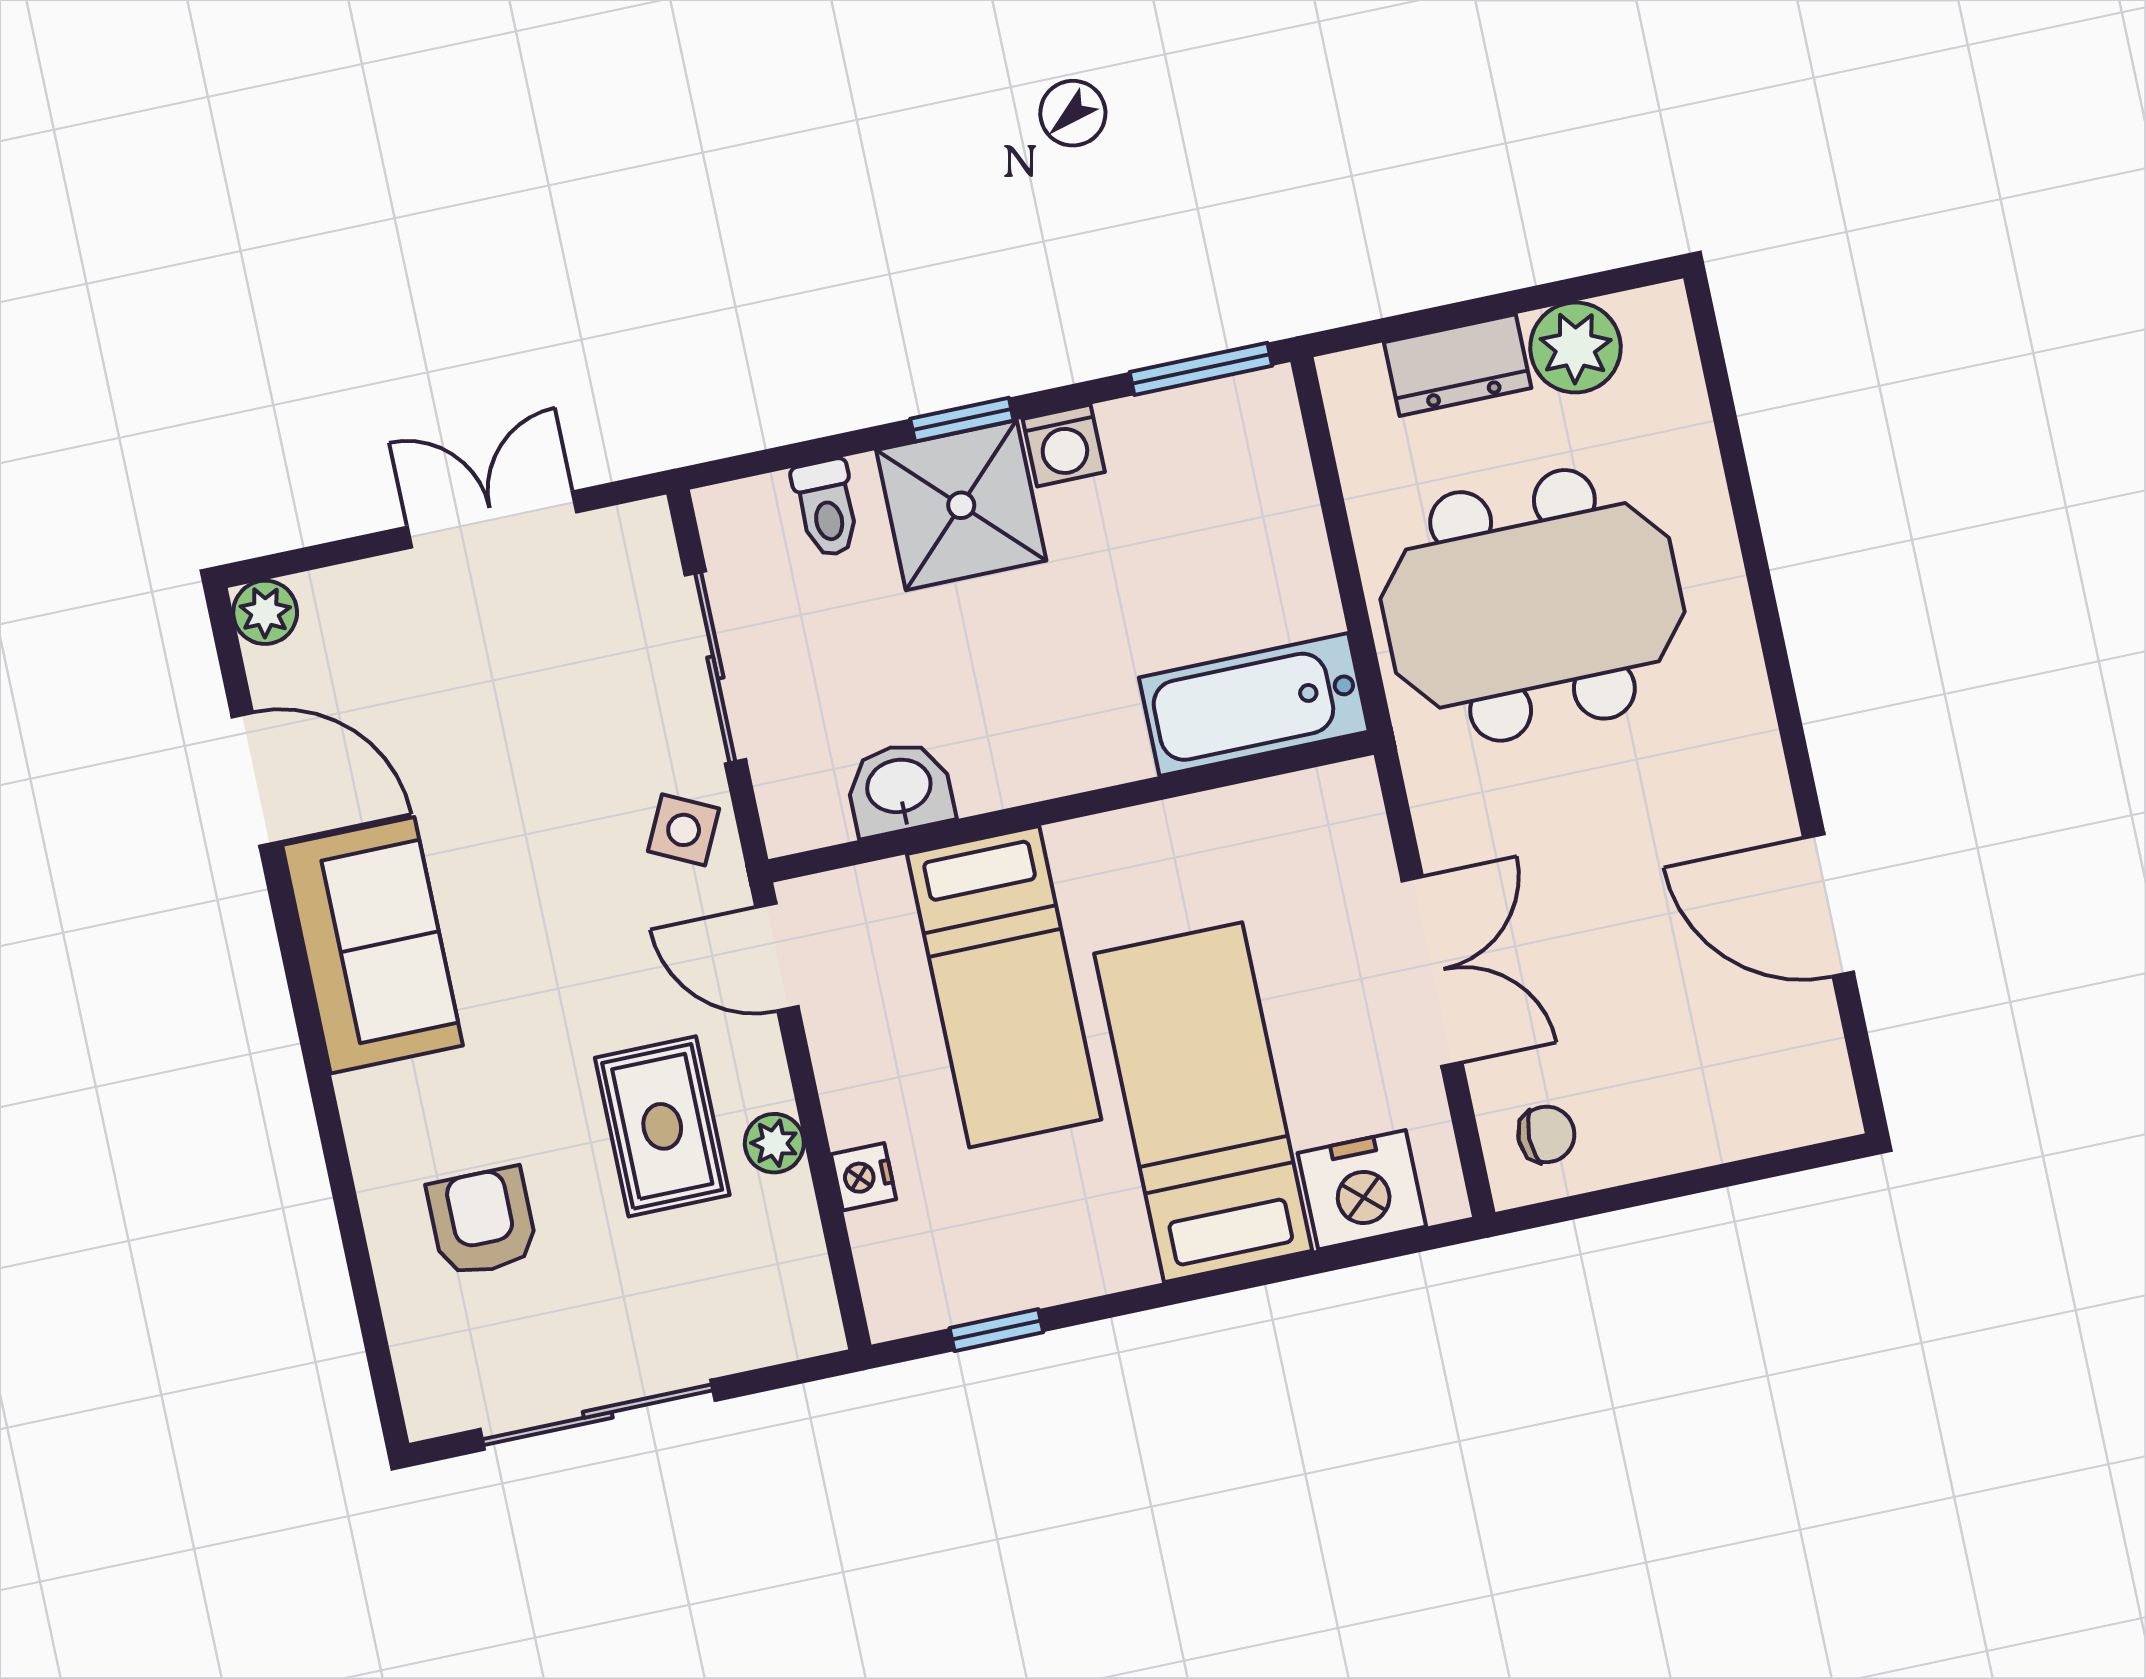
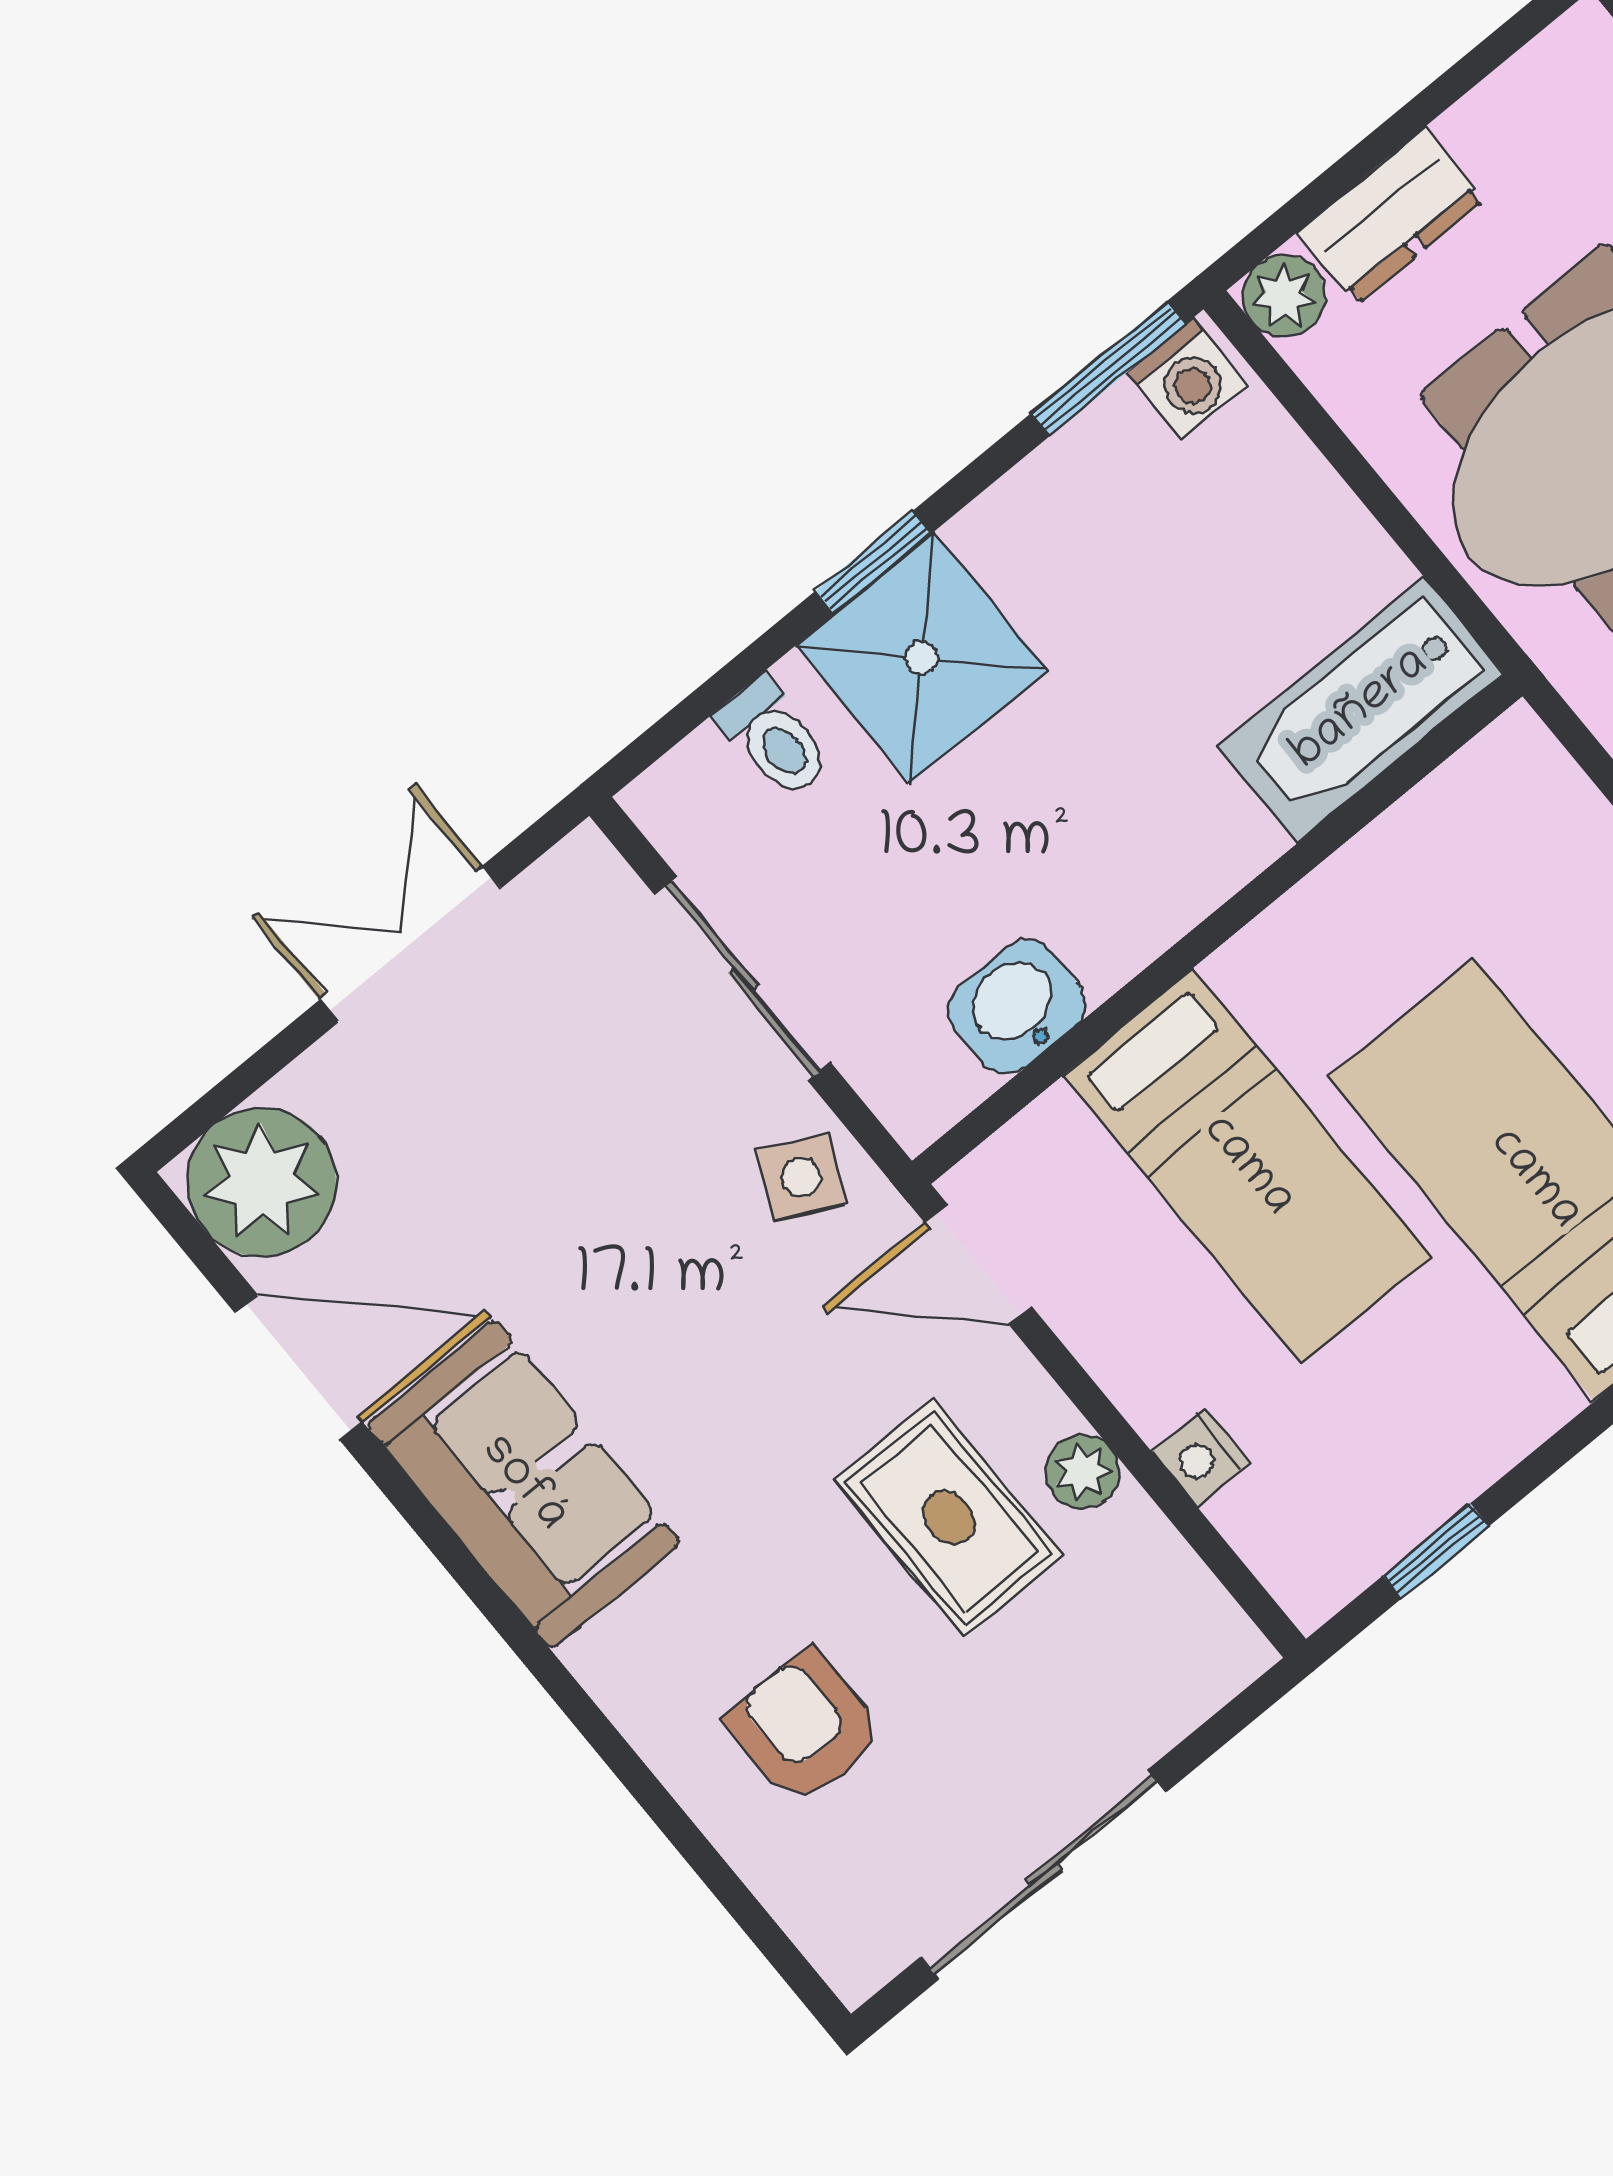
plant: (1575, 348) -> (1284, 296), moved, width x0.73, depth x0.73
washing machine: (1064, 445) -> (1187, 379), moved
plant: (265, 612) -> (261, 1182), width x1.88, depth x1.88

